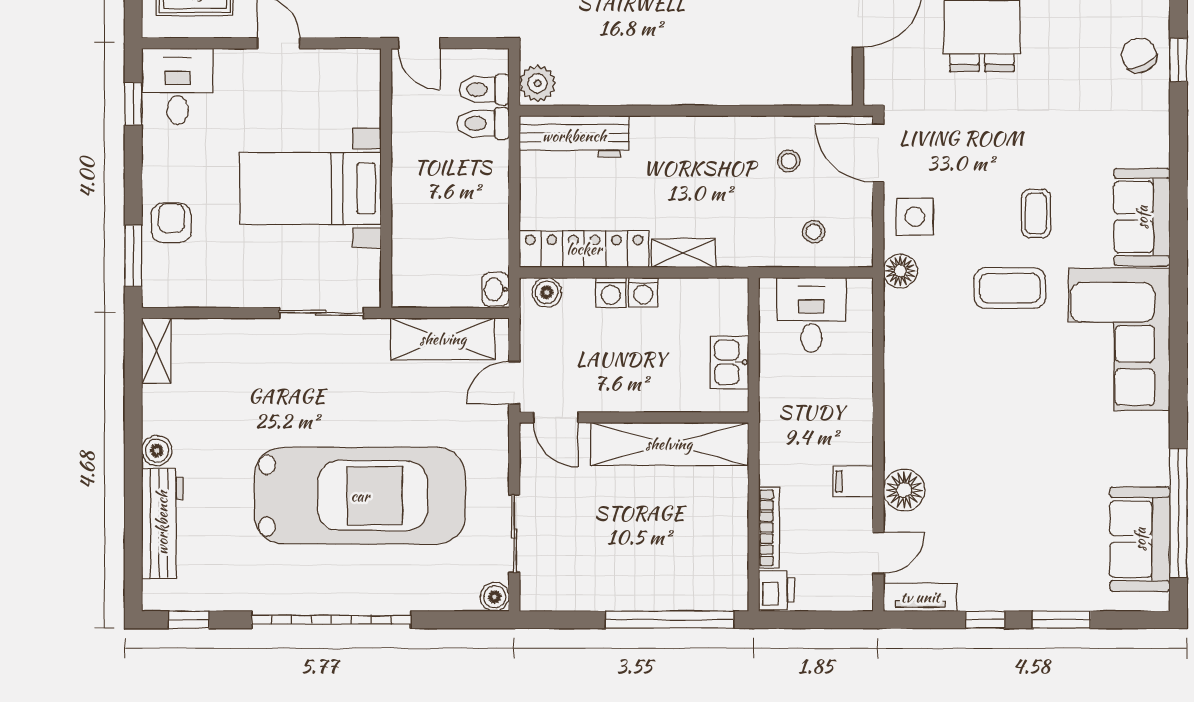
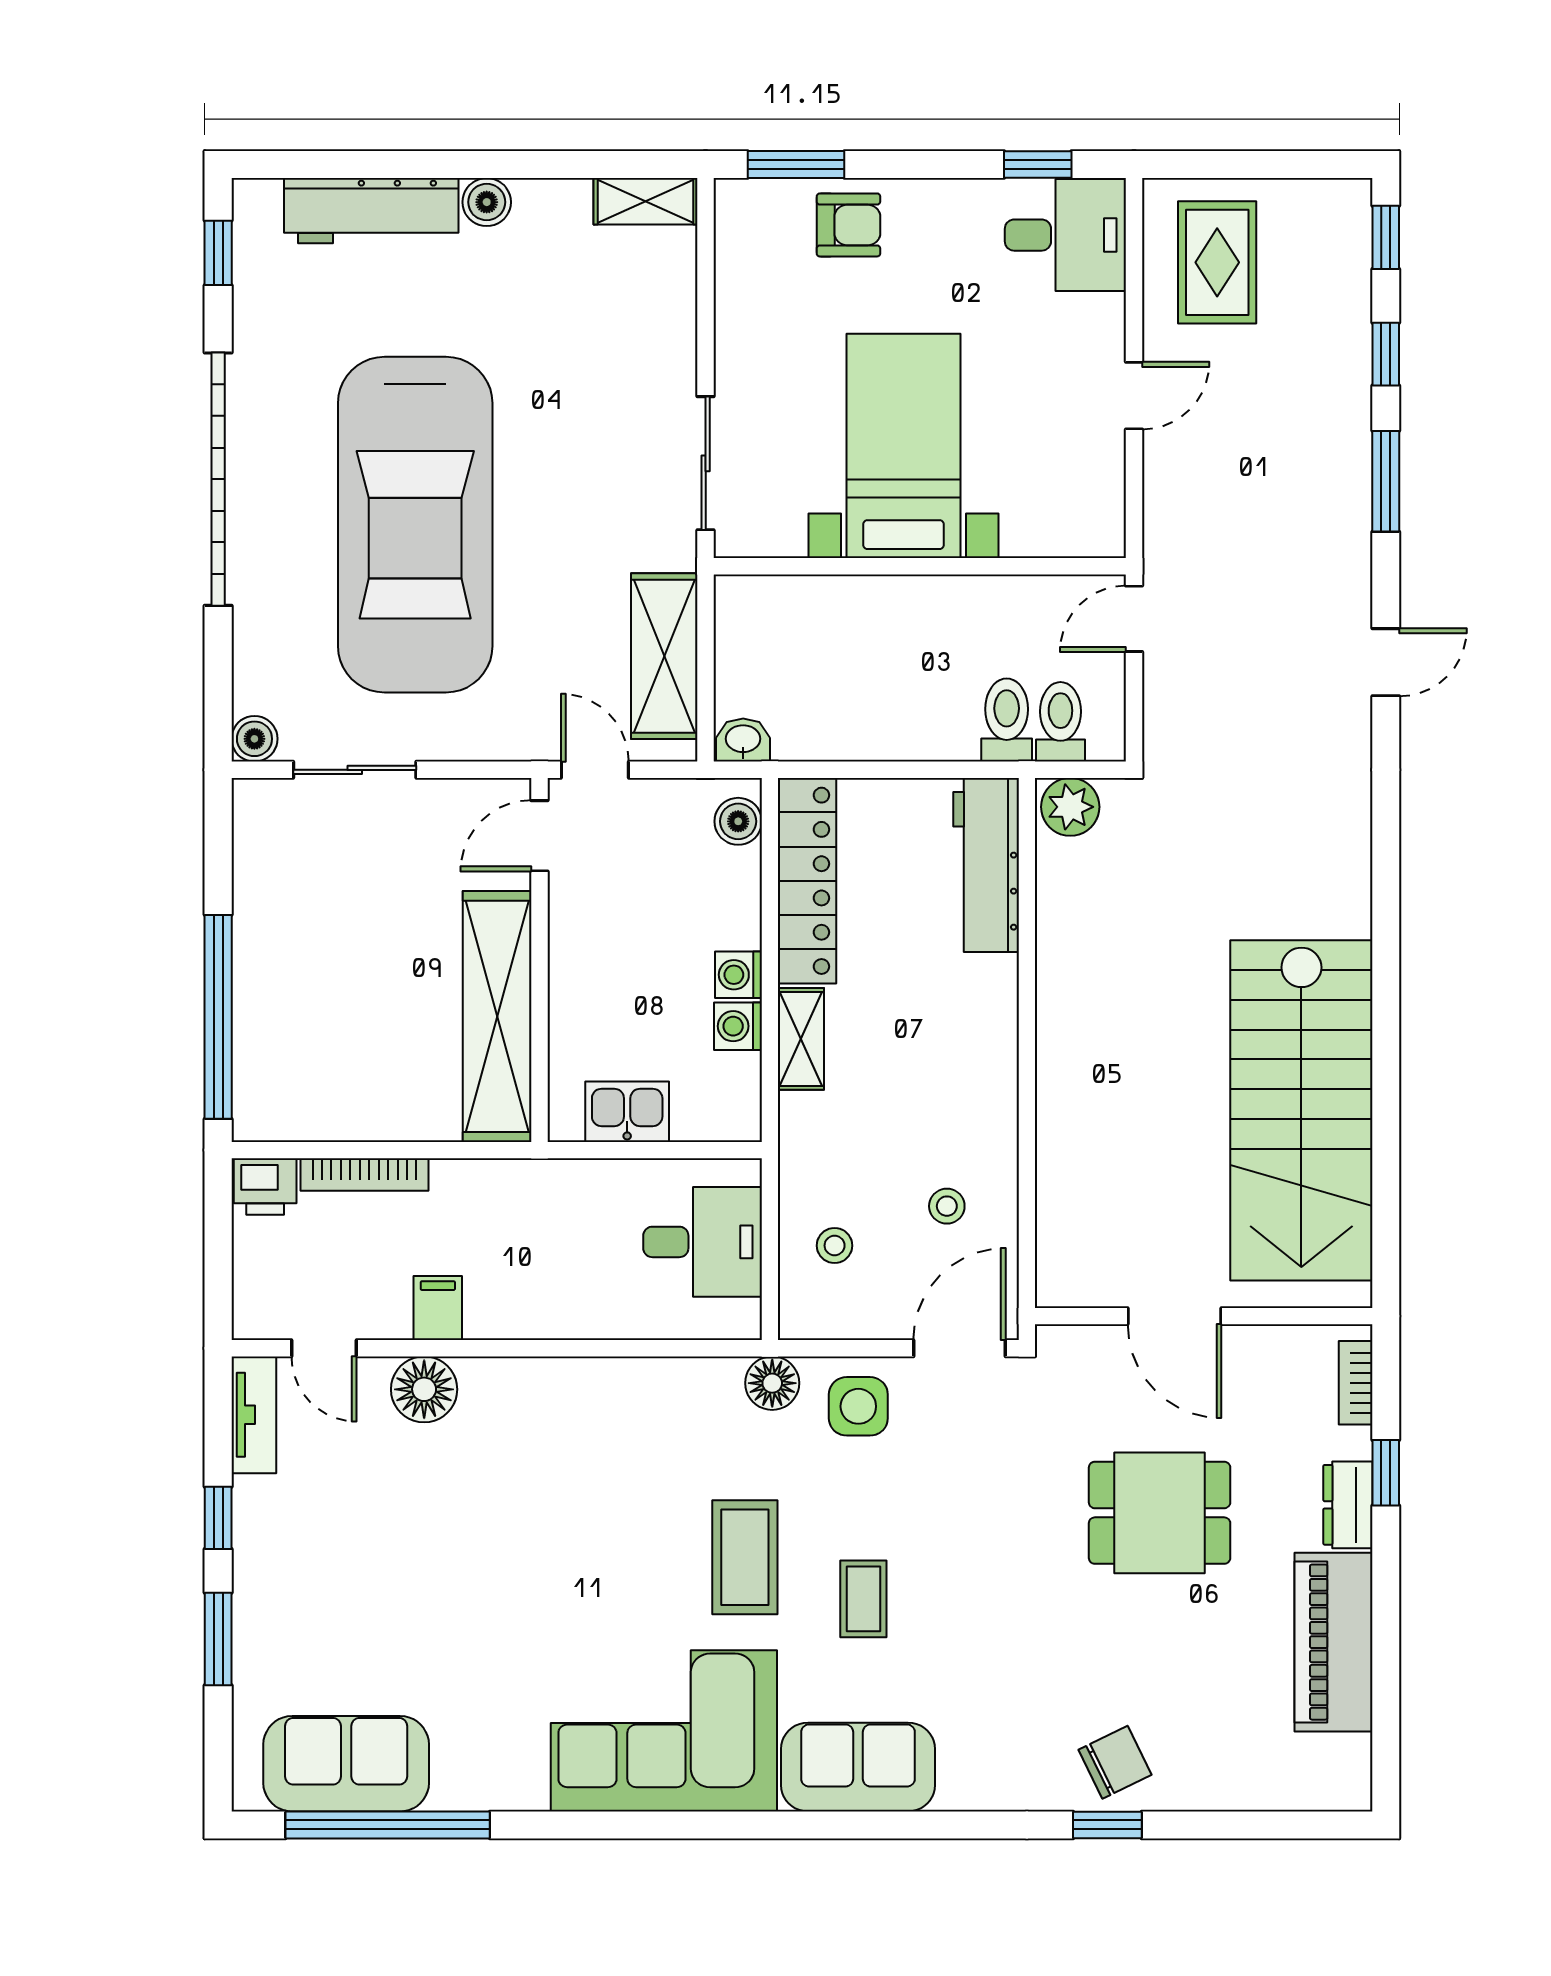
coffee table: (1036, 213) -> (863, 1599), turned 90
washing machine: (611, 293) -> (738, 1026), moved

